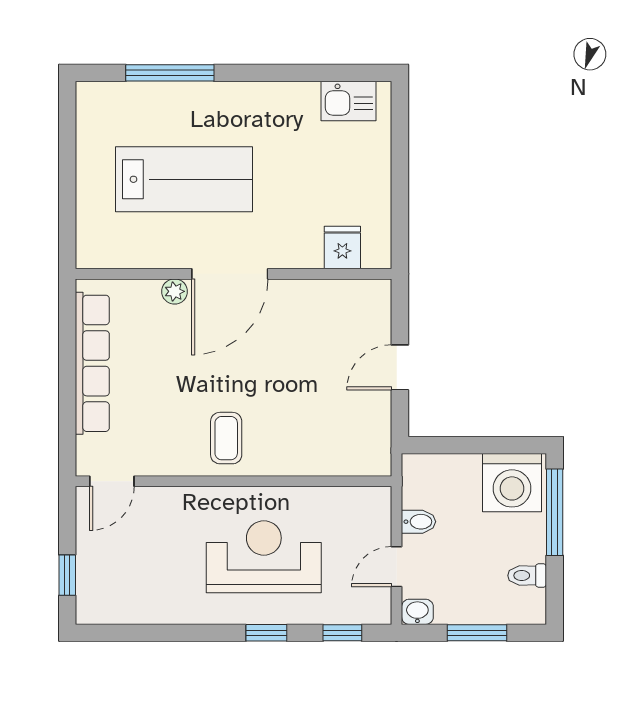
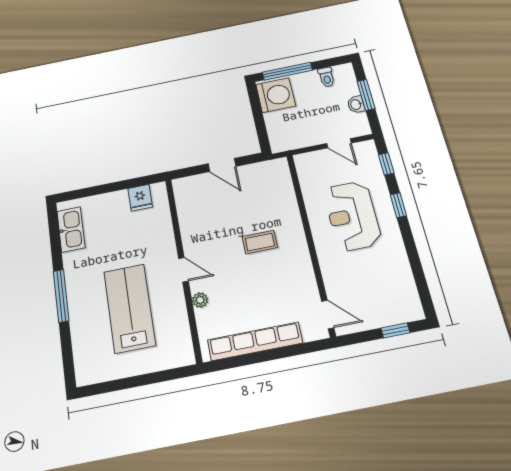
window: (170, 73) -> (61, 296), moved
kitchen sink: (348, 101) -> (71, 229), width x1.38
fridge: (342, 247) -> (140, 198), moved, turned -90
door: (230, 274) -> (183, 270), width x0.53
coffee table: (226, 438) -> (260, 242), moved
bidet: (419, 522) -> (310, 137), removed
washbasin: (417, 612) -> (356, 104), moved

